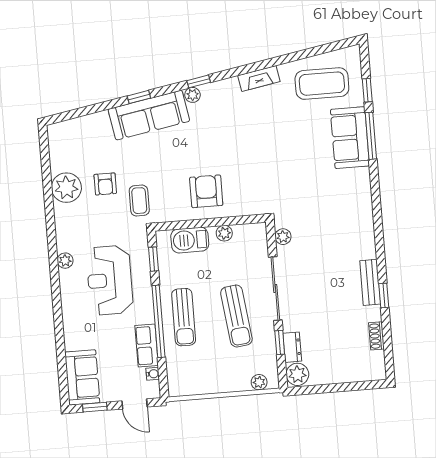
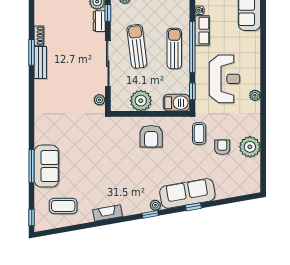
coffee table: (322, 84) -> (63, 206), width x0.73, depth x0.76
window: (367, 90) -> (32, 218), moved
plant: (224, 233) -> (141, 101), width x1.87, depth x1.87
barbecue: (190, 240) -> (176, 103), moved
window: (384, 296) -> (32, 52), width x1.50
shoe rack: (376, 336) -> (39, 36), moved
window: (280, 342) -> (108, 13), moved

